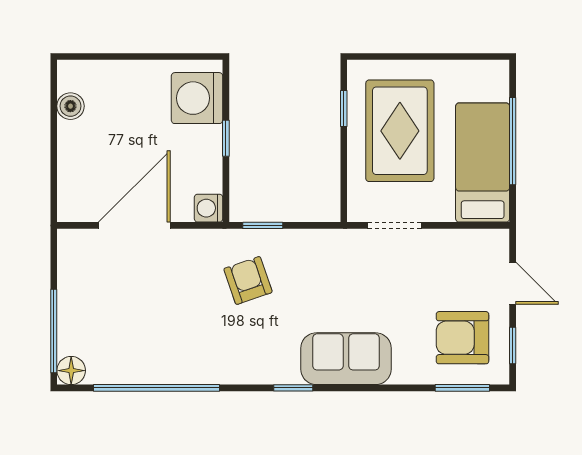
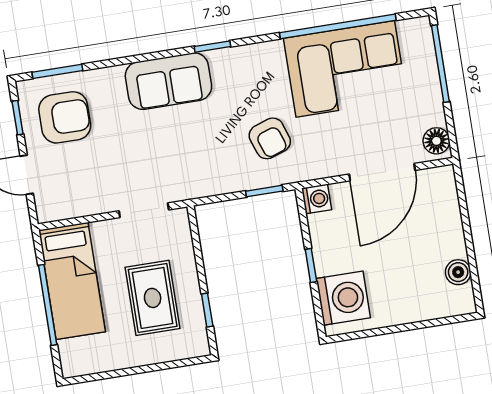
rug: (400, 131) -> (153, 298), width x0.73, depth x0.70
corner sofa: (156, 342) -> (345, 69), added
floor lamp: (71, 371) -> (436, 141), moved

